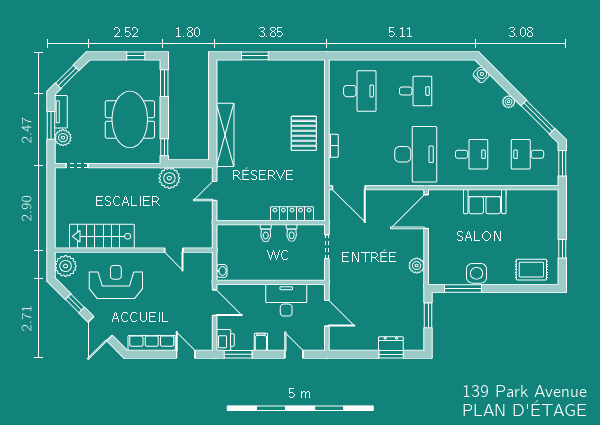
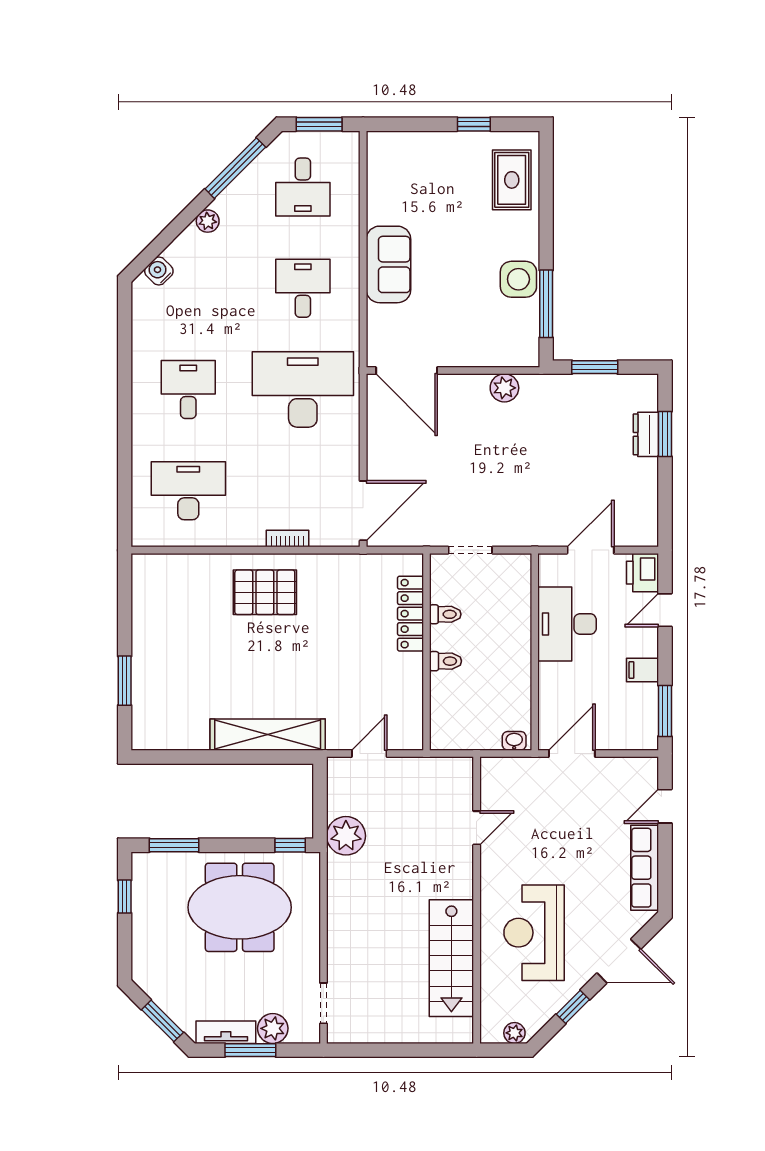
door: (215, 191) -> (369, 754), swing flipped
plant: (66, 266) -> (514, 1033), width x0.53, depth x0.53
printer: (225, 340) -> (642, 573), moved, turned -90

